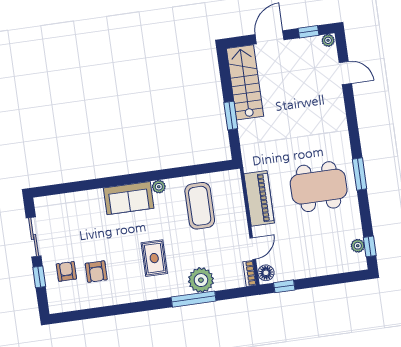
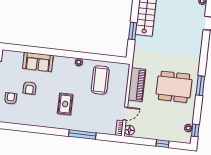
sofa: (129, 198) -> (38, 62), moved
armchair: (96, 272) -> (30, 88), moved
plant: (201, 280) -> (90, 124), removed
window: (284, 286) -> (162, 144), moved

